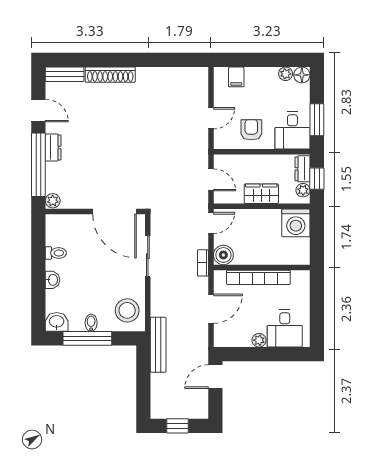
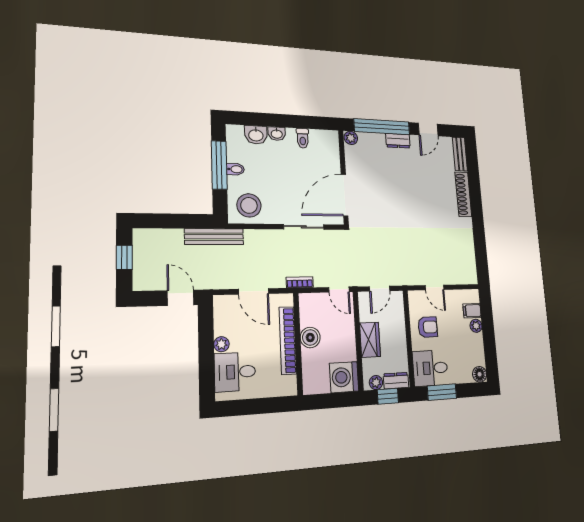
plant: (286, 74) -> (476, 326), moved
boiler: (223, 255) -> (310, 338), moved
washbasin: (57, 322) -> (256, 135), moved, turned 90

